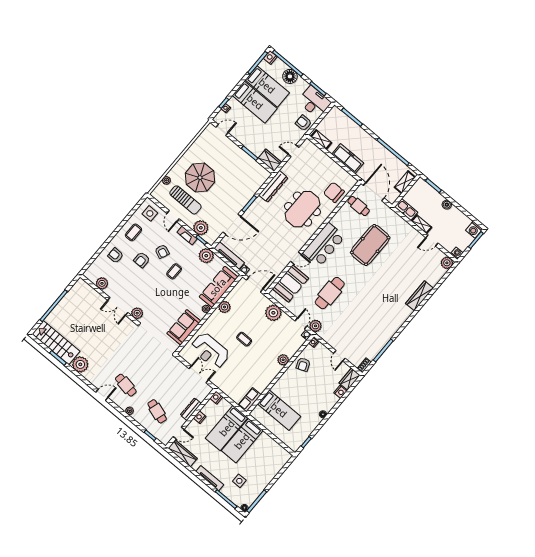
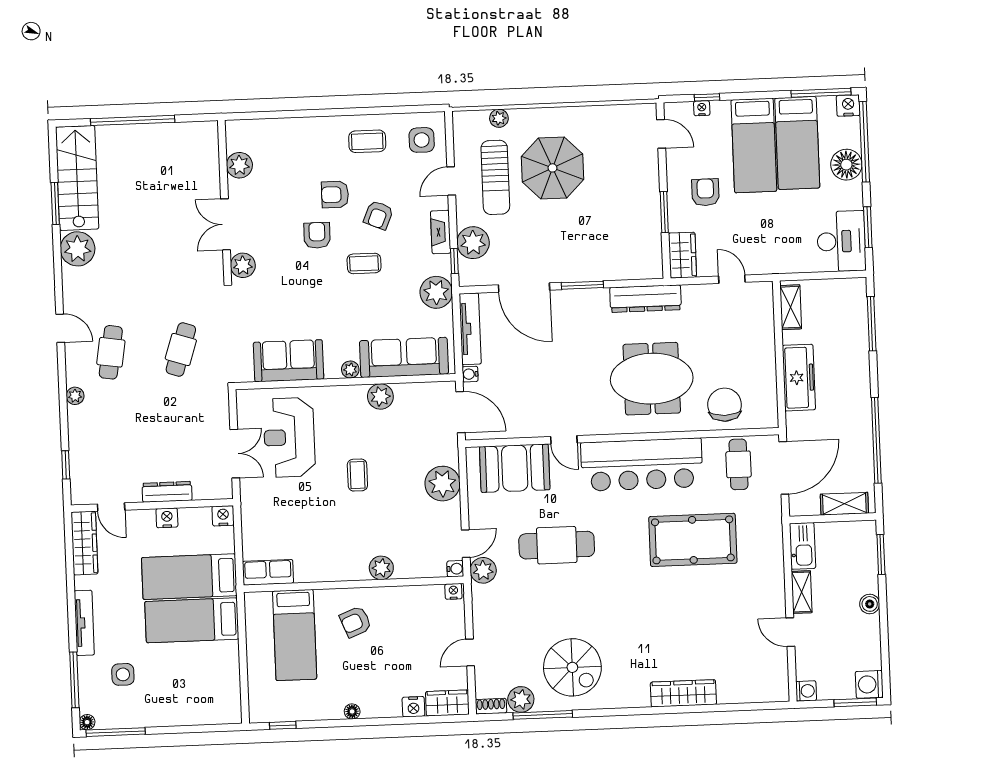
armchair: (303, 123) -> (705, 192), moved
bar counter: (324, 245) -> (642, 465), width x1.36
armchair: (116, 256) -> (317, 235), moved
plant: (447, 263) -> (521, 699), moved
spiral stairs: (376, 326) -> (572, 667), added
armchair: (303, 364) -> (355, 622), moved
cafe table: (157, 411) -> (181, 349), moved

